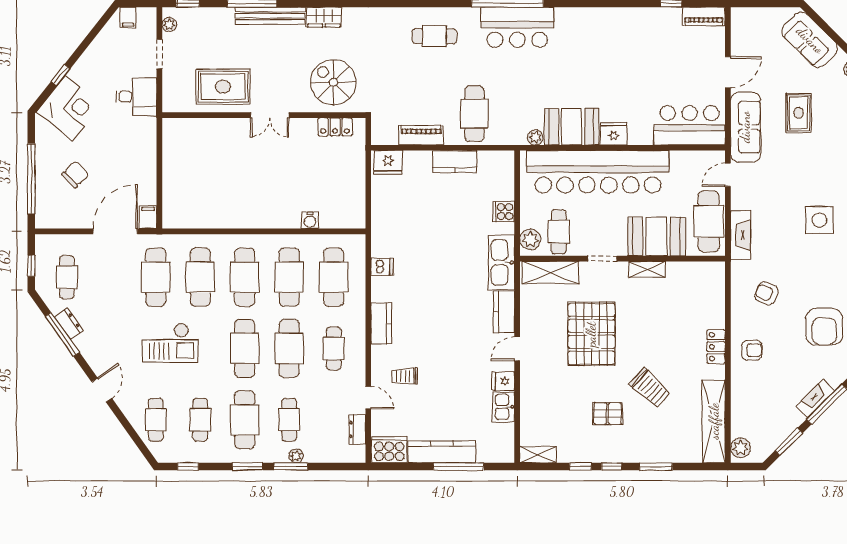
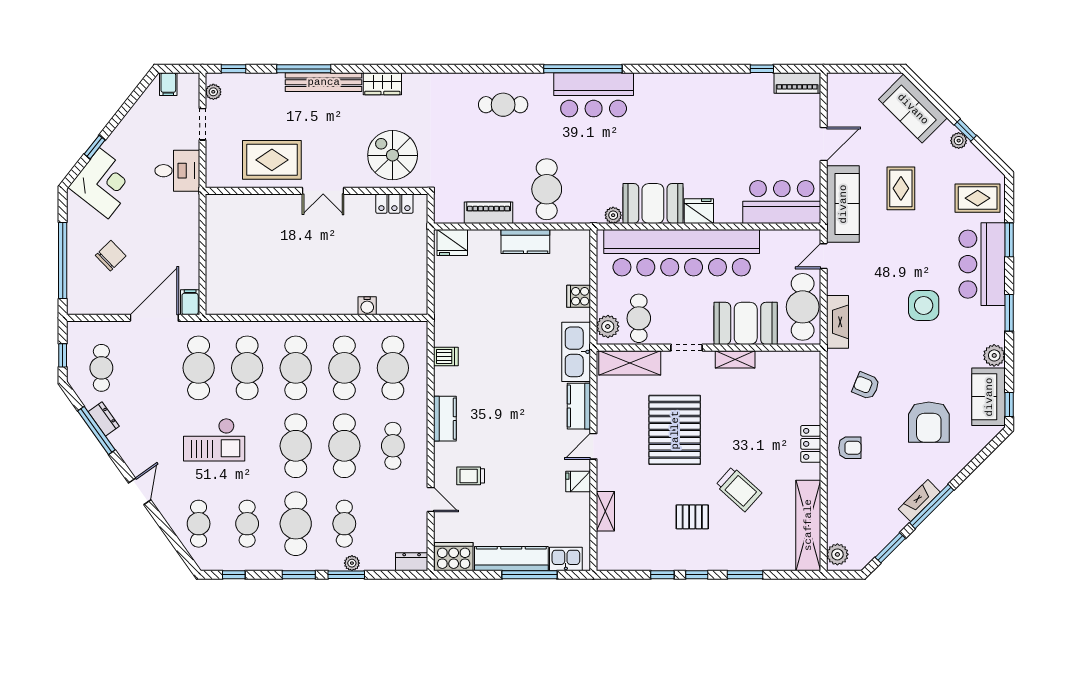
kitchen sink: (504, 407) -> (566, 559), moved, turned 90
dresser: (357, 429) -> (412, 562), moved, turned 90
shelving: (538, 455) -> (605, 511), moved, turned 90

